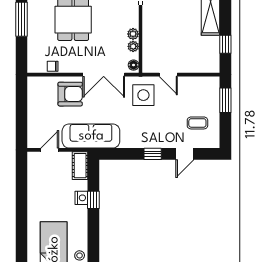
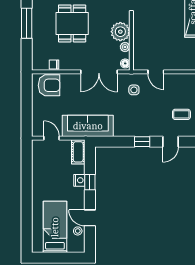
plant: (133, 34) -> (120, 32), width x1.87, depth x1.87
armchair: (70, 94) -> (49, 85), moved
side table: (143, 95) -> (134, 90), width x0.54, depth x0.54
door: (50, 150) -> (52, 138), hinge flipped
door: (93, 241) -> (90, 218), added

